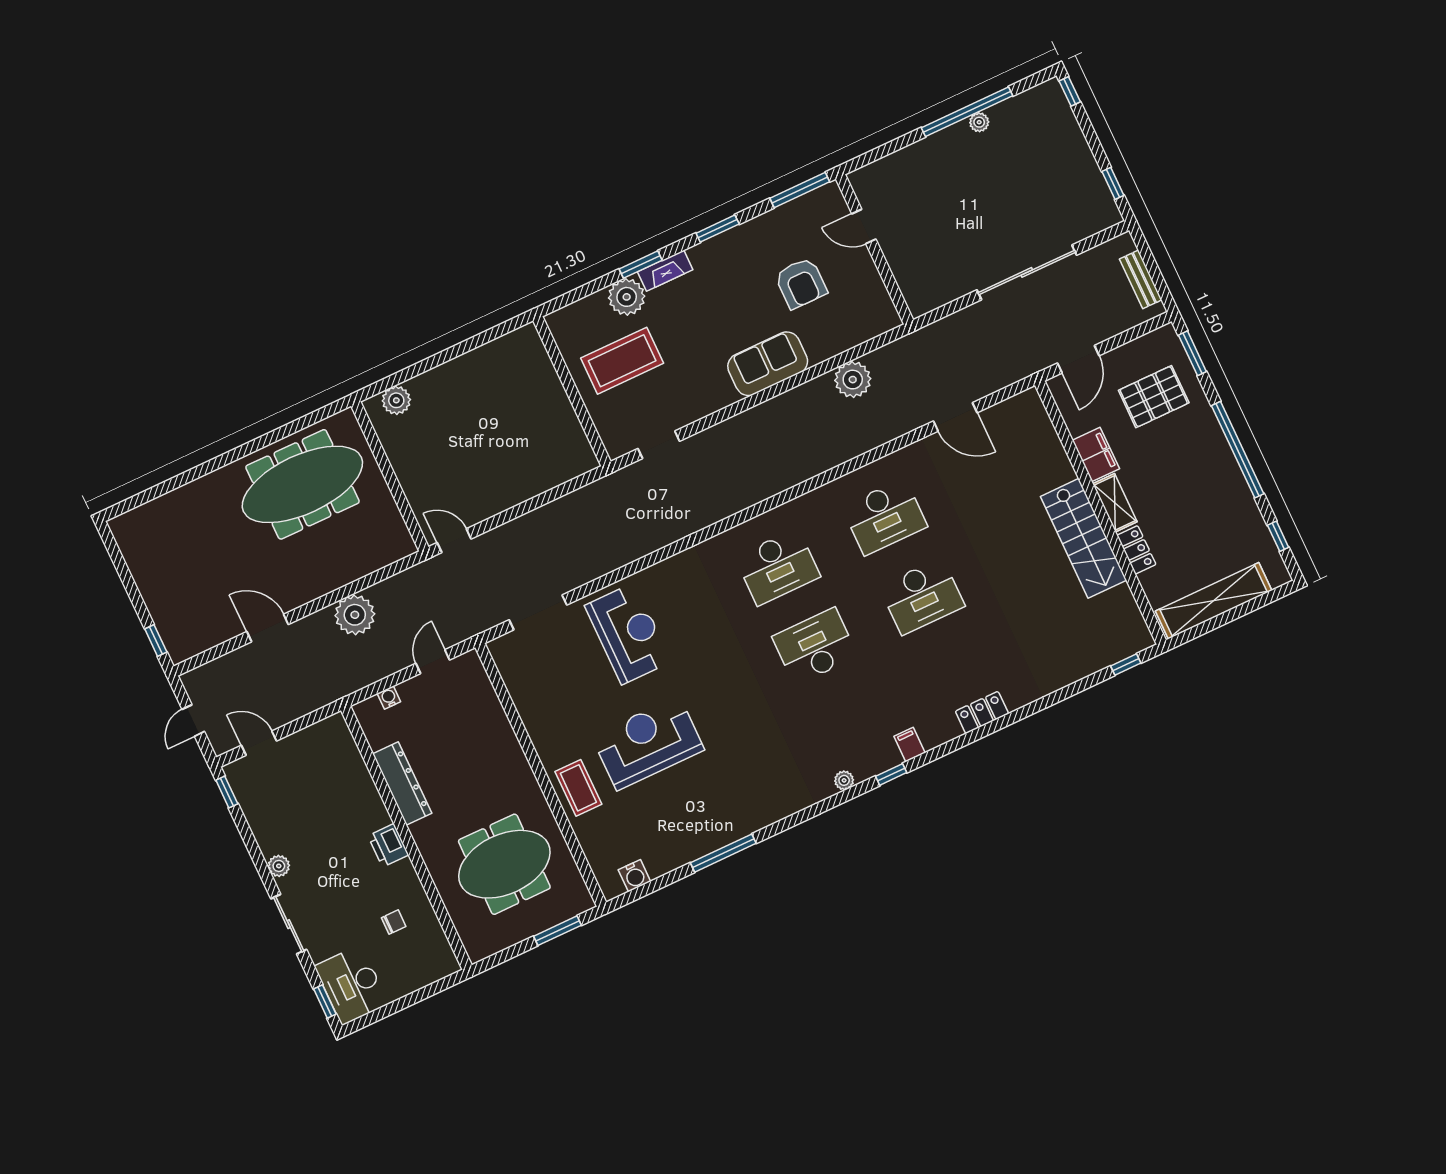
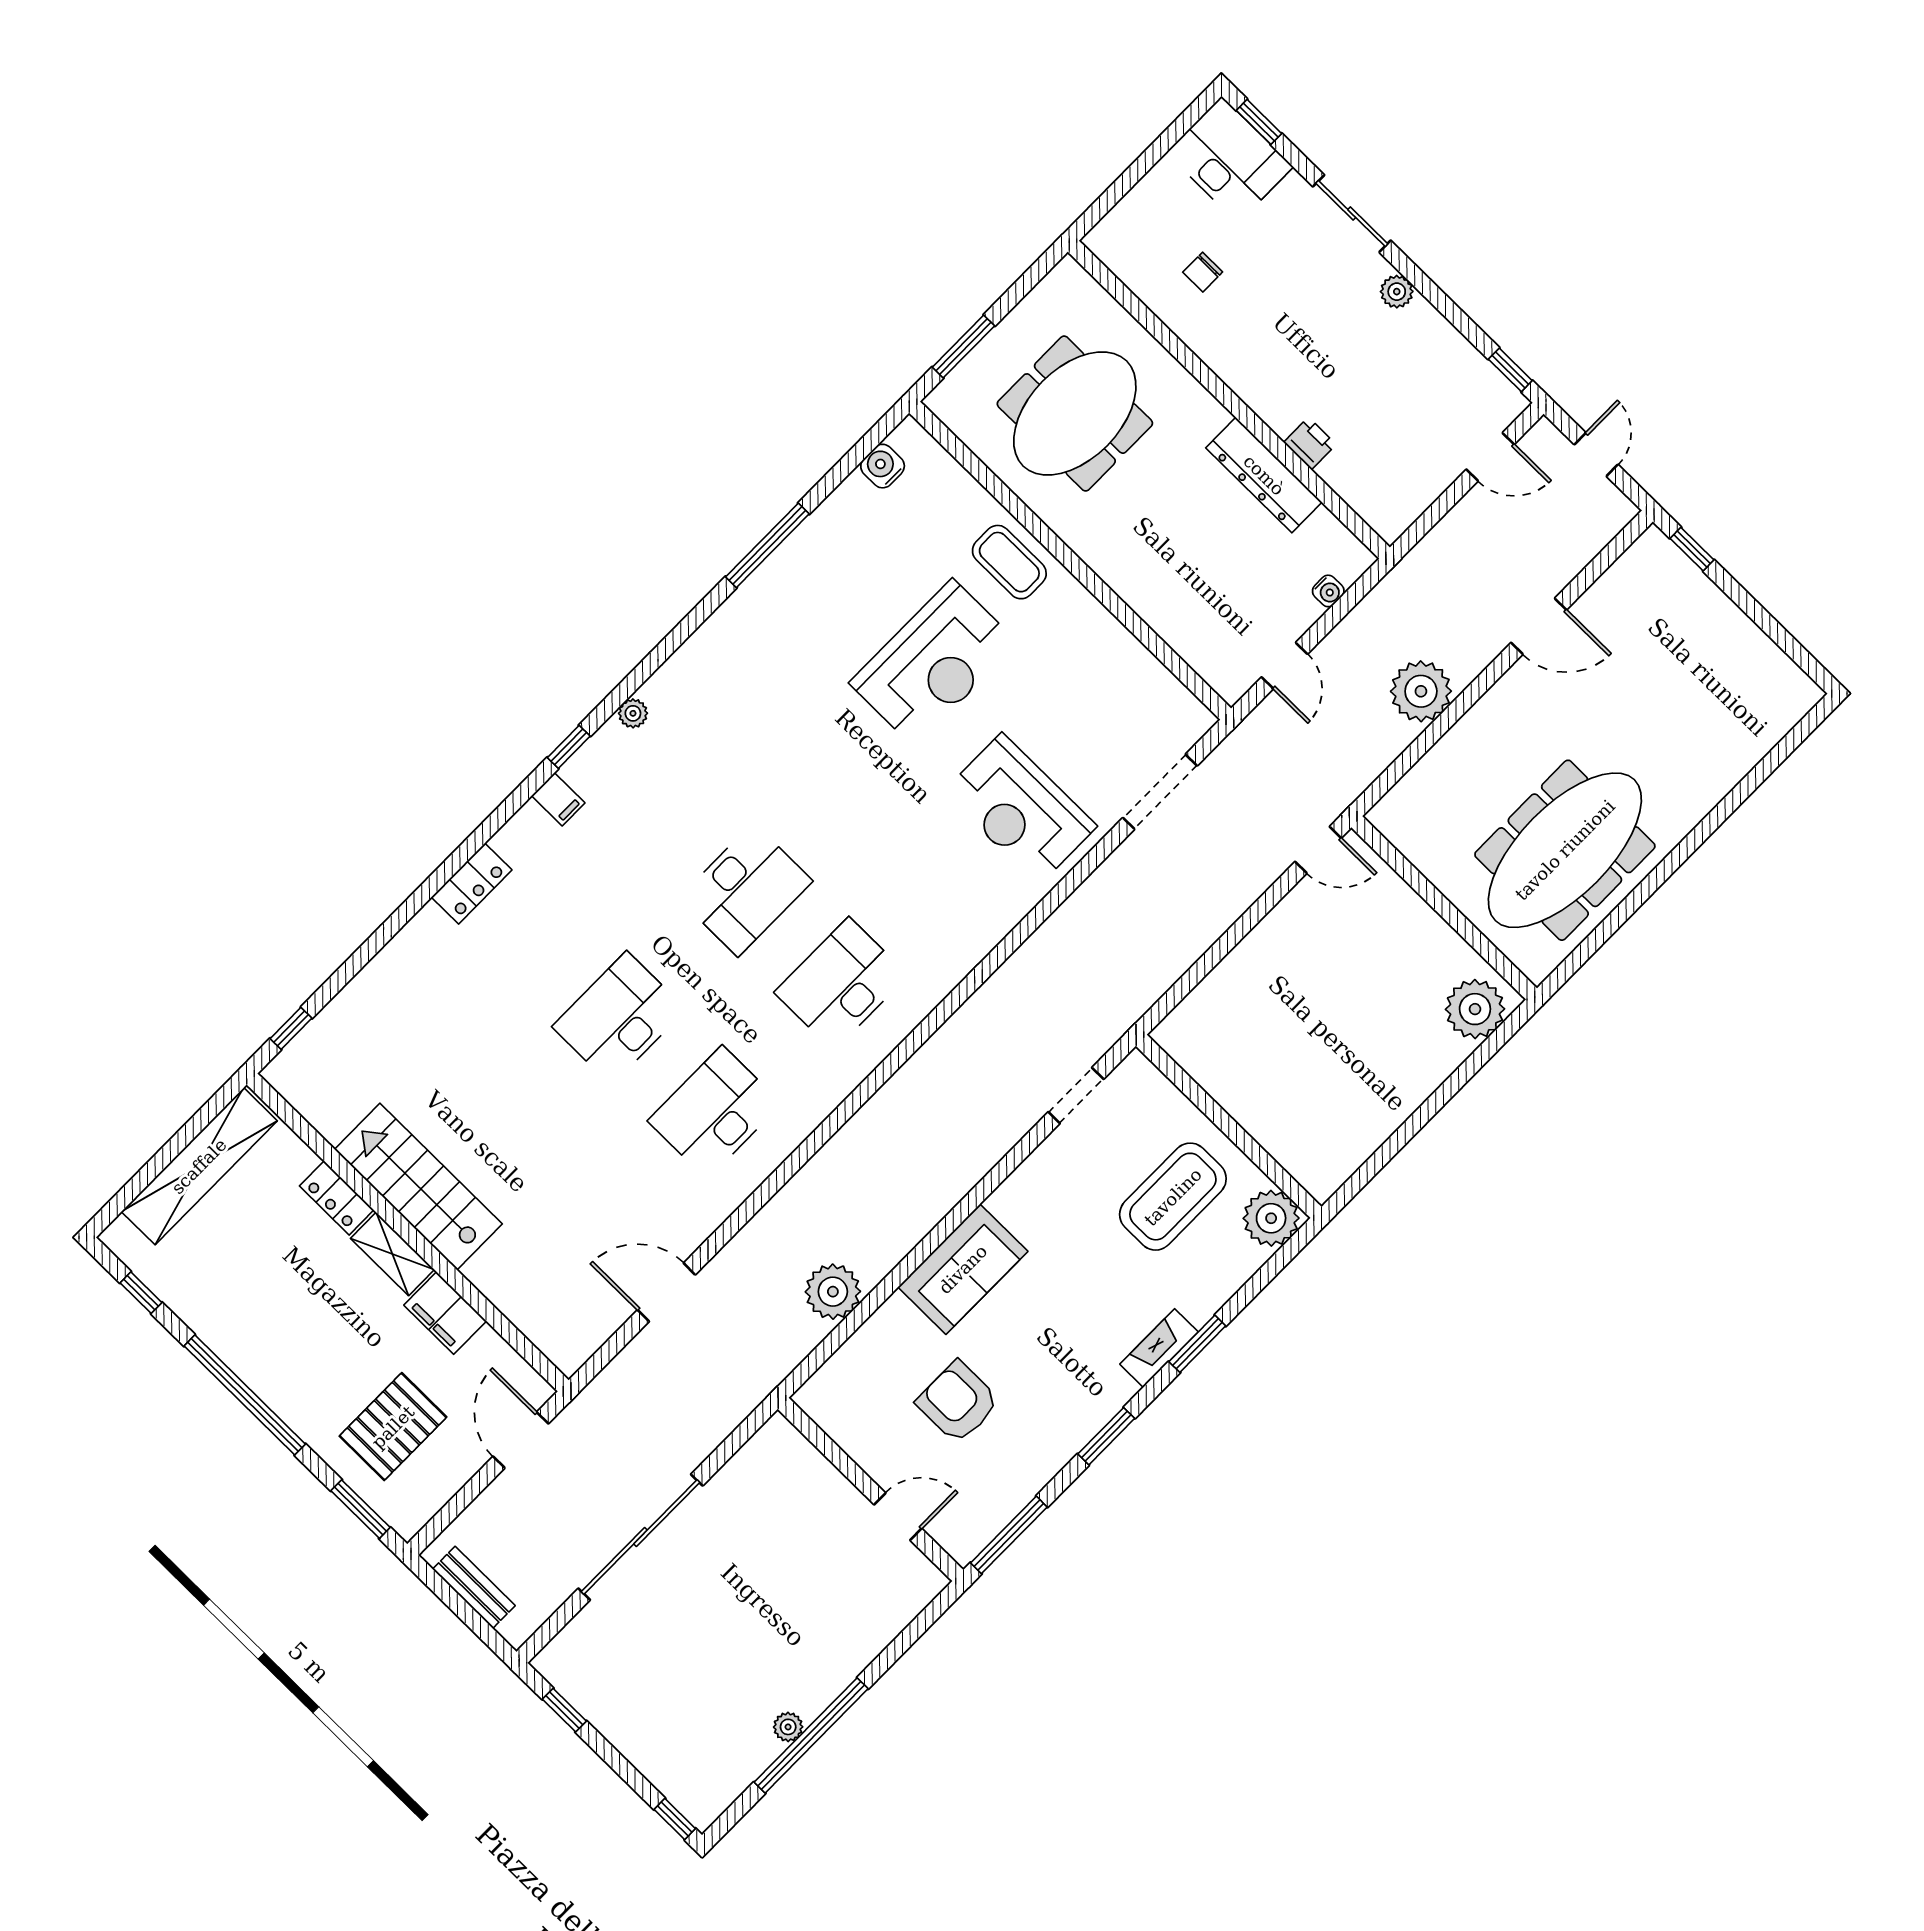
plant: (627, 297) -> (1271, 1218), moved
plant: (396, 400) -> (1475, 1009), width x1.36, depth x1.36
printer: (388, 845) -> (1310, 443), moved, width x0.73, depth x0.81

